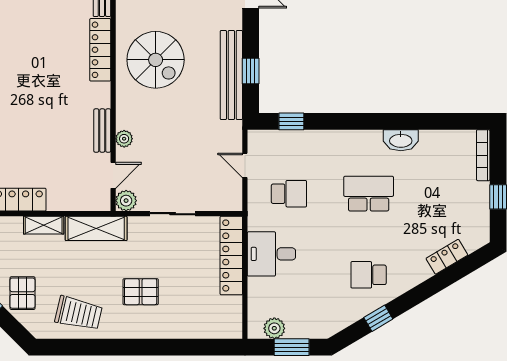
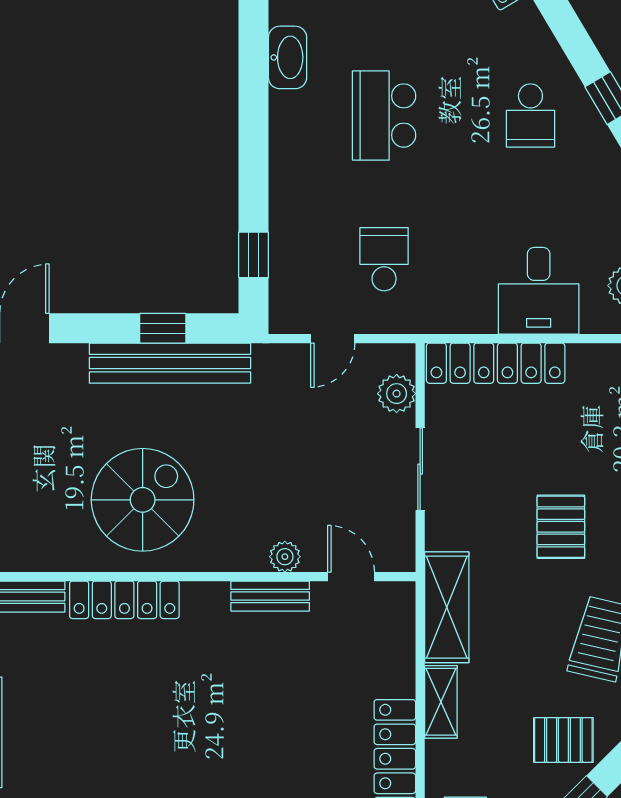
plant: (126, 201) -> (397, 394), moved
desk: (271, 254) -> (539, 291), moved

